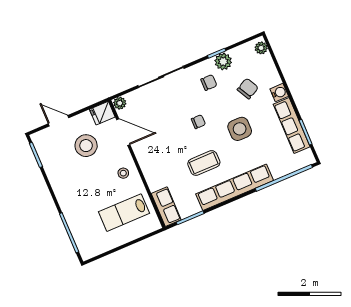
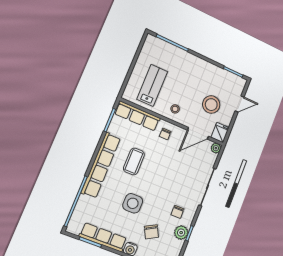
chair: (198, 122) -> (165, 134), moved
row of seats: (166, 207) -> (137, 116), width x1.48

